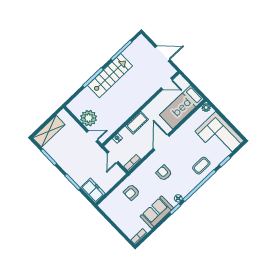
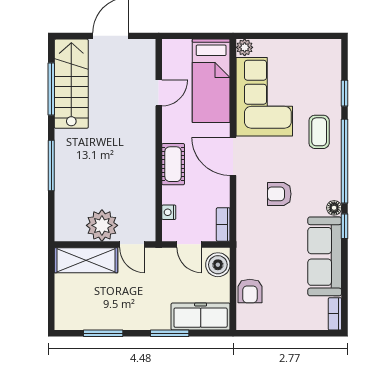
stairs: (110, 76) -> (71, 84), moved
door: (167, 84) -> (159, 93), moved
shelving: (49, 131) -> (86, 260), moved, turned 90
door: (92, 136) -> (132, 244), swing flipped
corner sofa: (219, 136) -> (264, 97), moved, turned -90
boiler: (115, 175) -> (218, 265), added
freezer: (93, 191) -> (201, 317), width x1.40
armchair: (132, 192) -> (250, 291), moved
sofa: (157, 212) -> (325, 256), width x1.36

